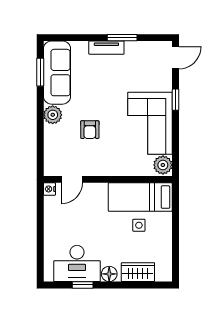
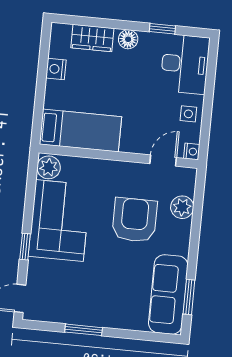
tv unit: (106, 48) -> (104, 319), removed
plant: (53, 115) -> (182, 207), moved
armchair: (90, 130) -> (135, 220), width x1.88, depth x1.88
side table: (139, 225) -> (188, 114), moved
nightstand: (165, 244) -> (56, 69), added
desk: (77, 263) -> (185, 64), moved, turned 90

